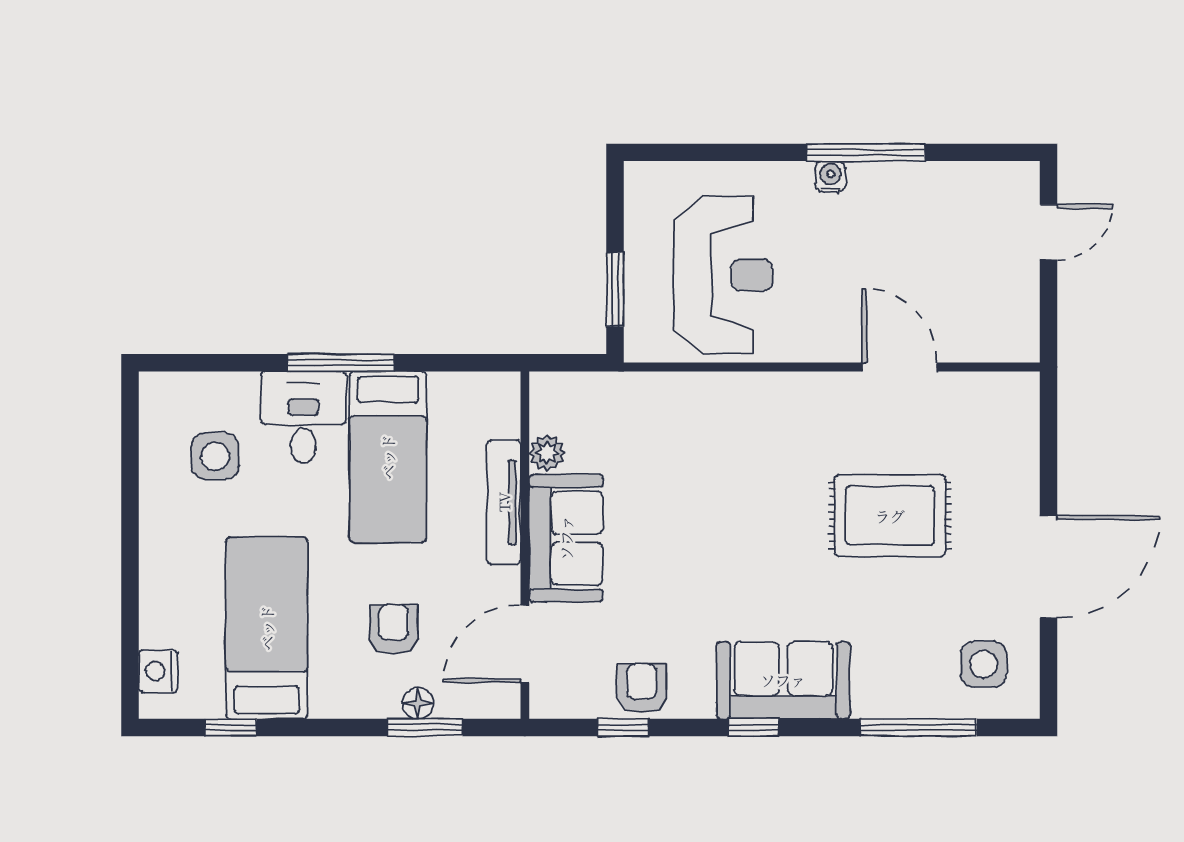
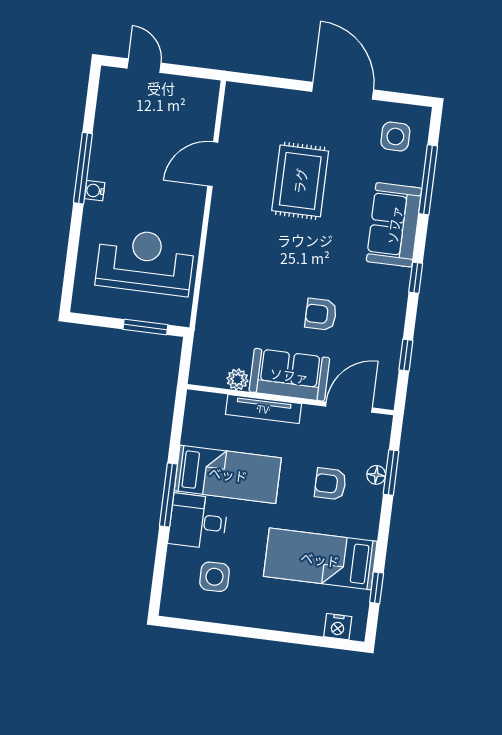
door: (525, 644) -> (349, 407), swing flipped
sofa: (783, 680) -> (394, 225), moved
armchair: (642, 688) -> (321, 314), moved

